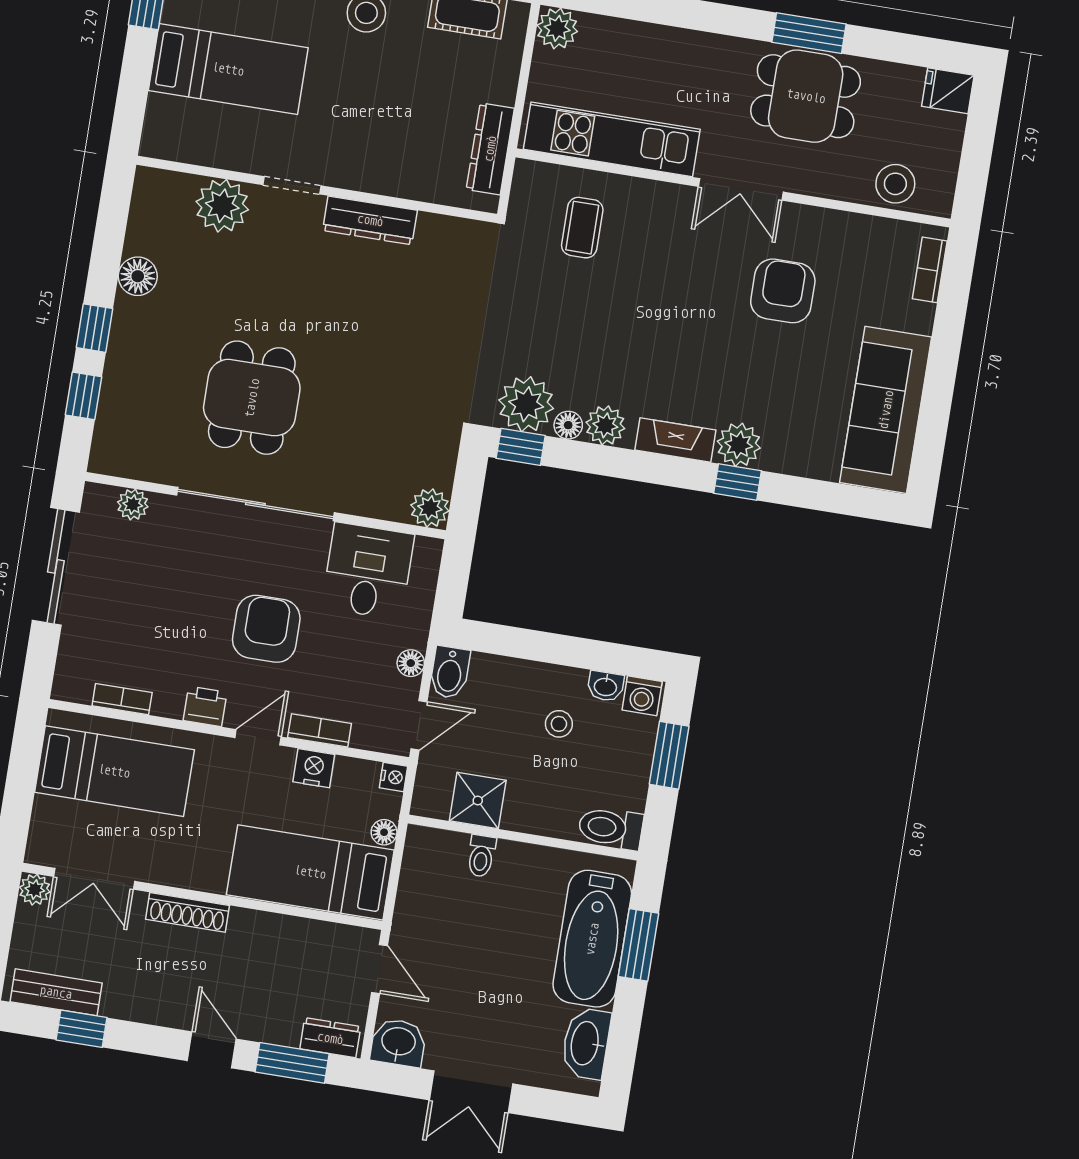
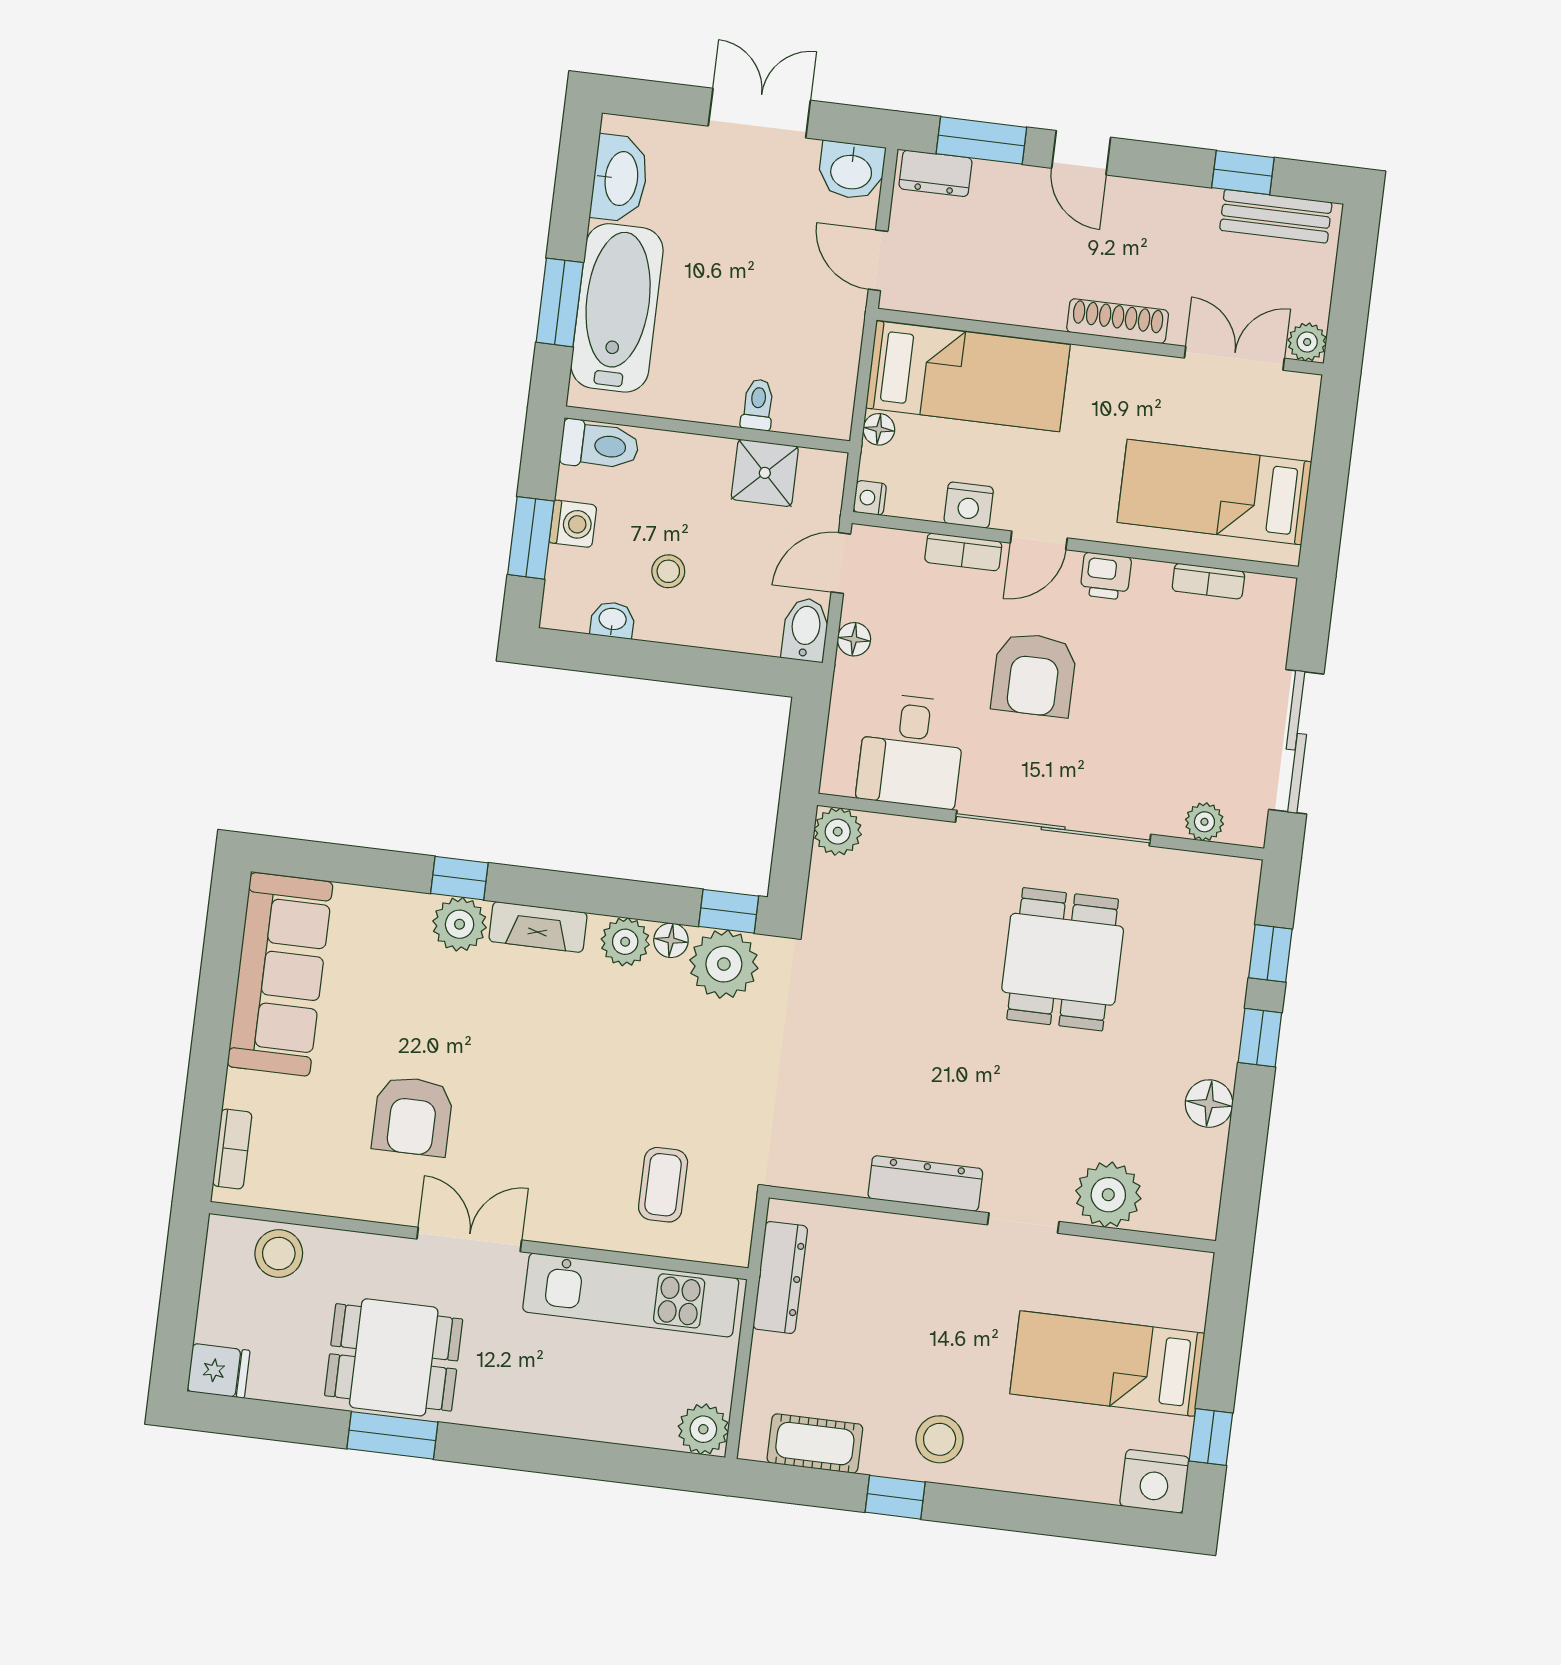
washing machine: (642, 696) -> (573, 524), moved, turned 90

